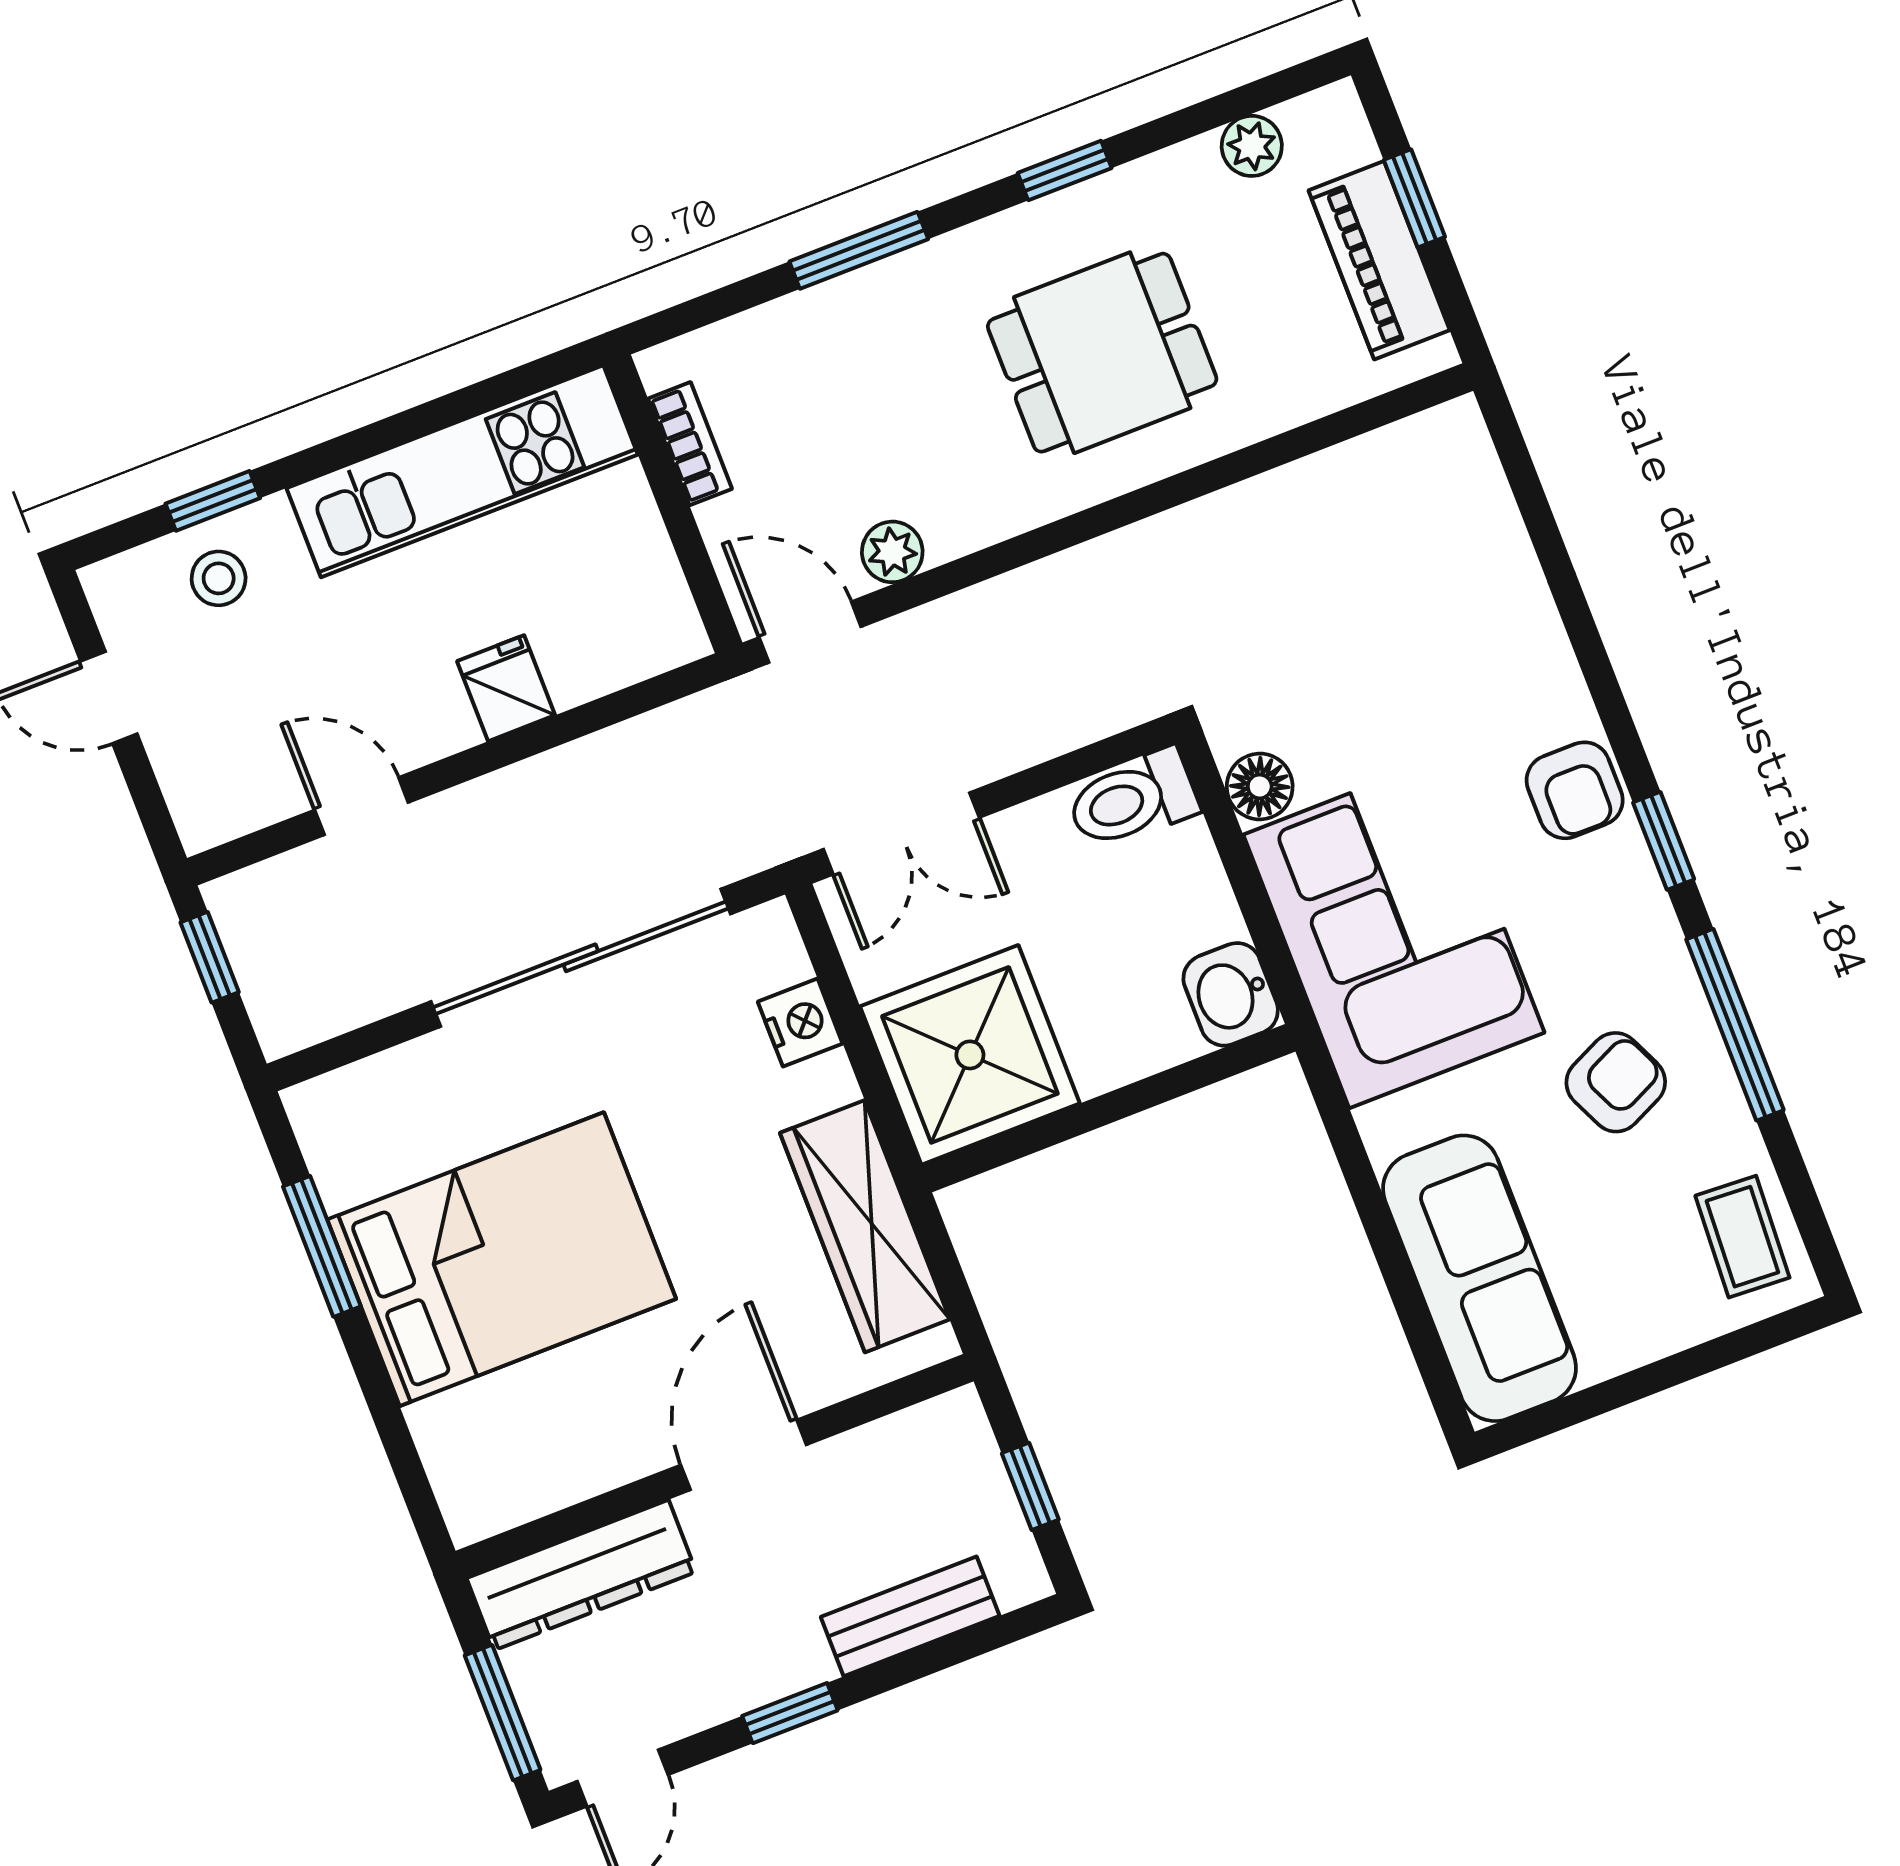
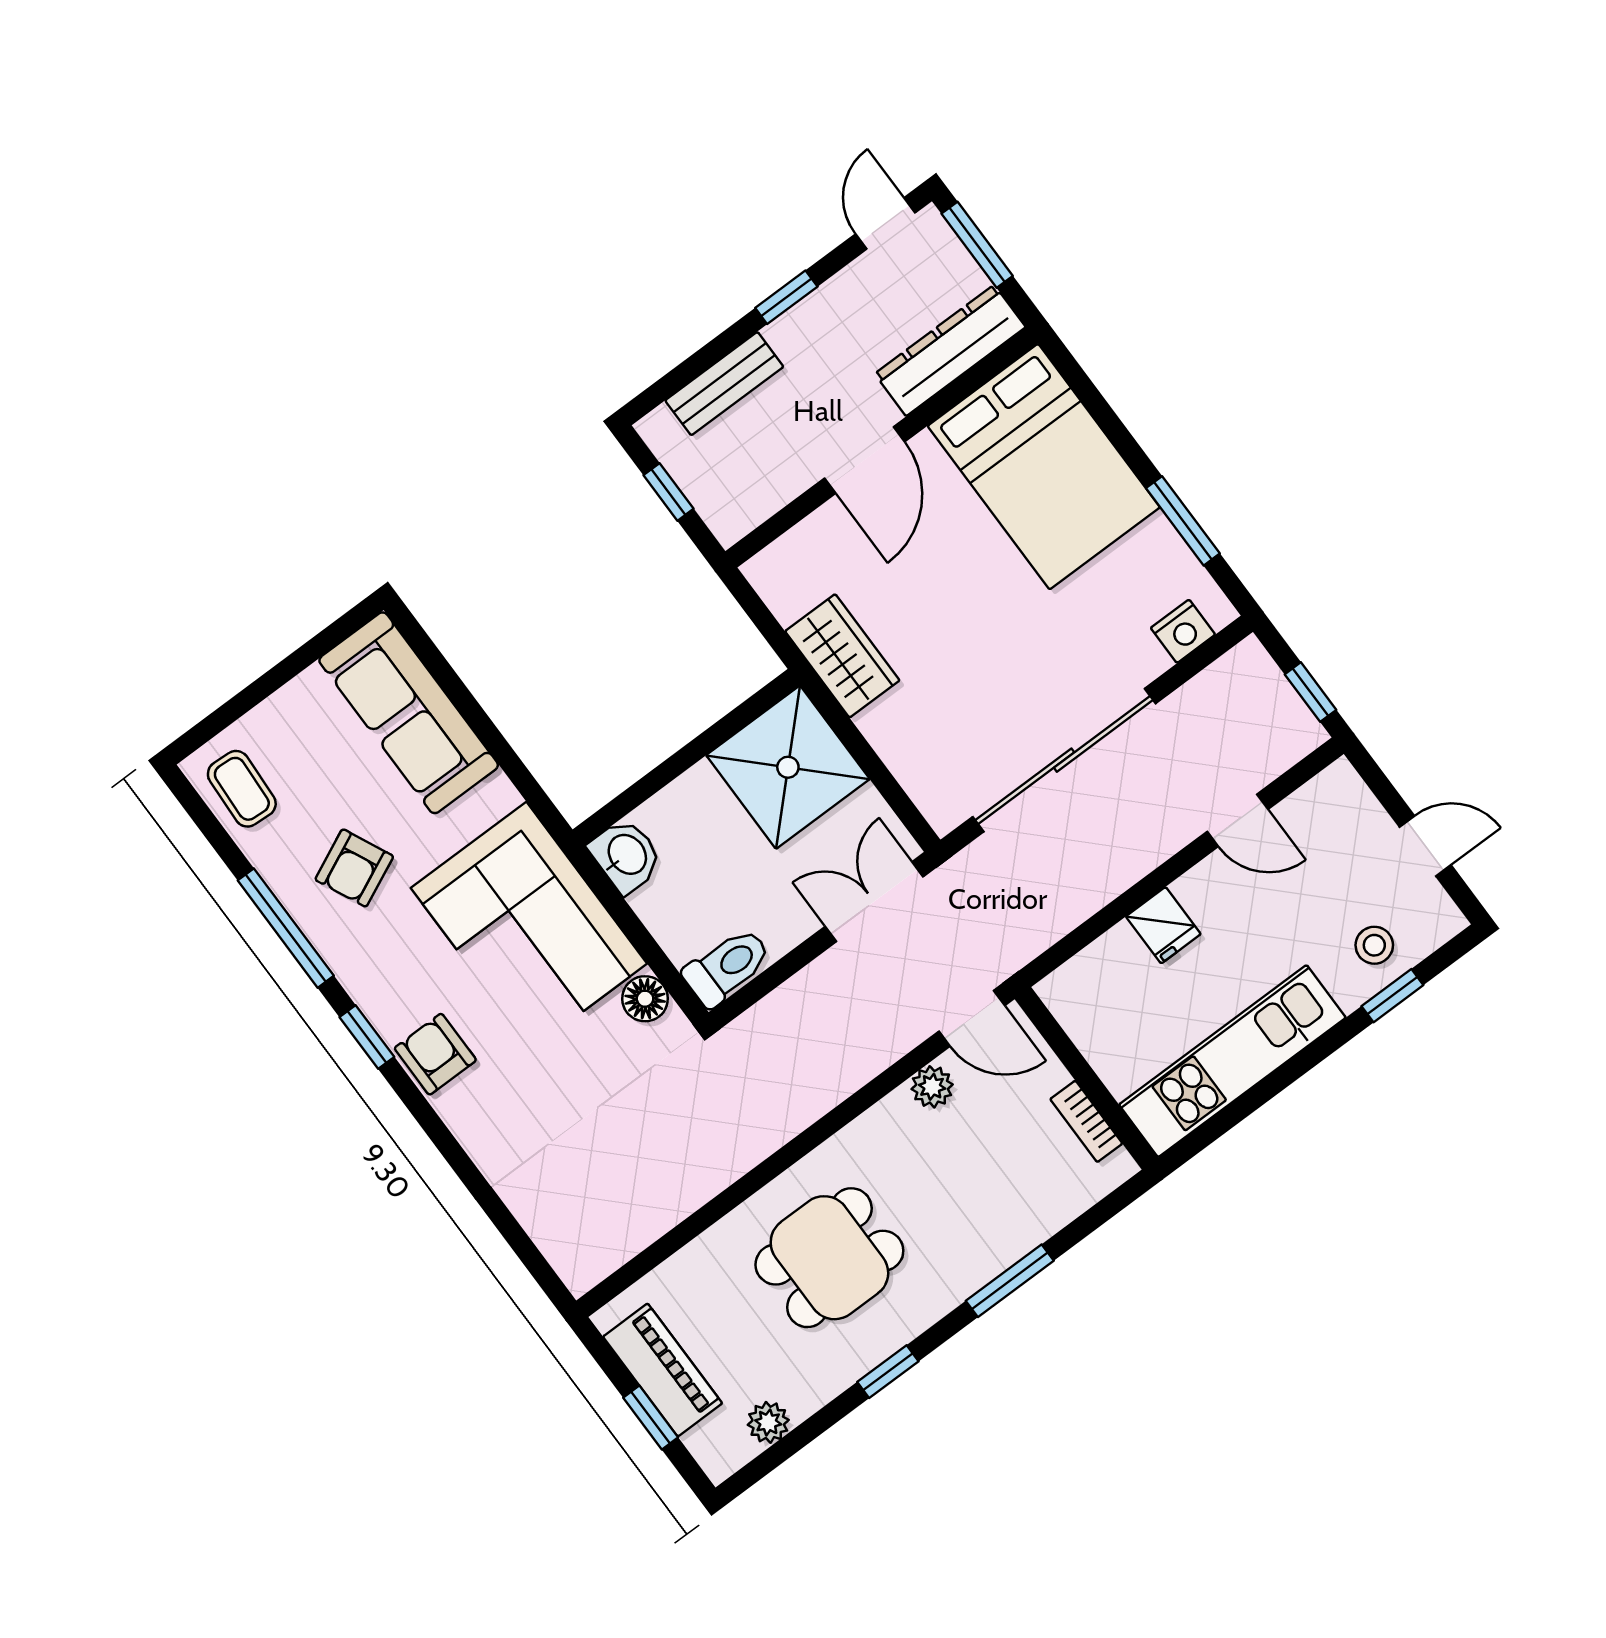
nightstand: (800, 1023) -> (1183, 631), moved, turned -90
wardrobe: (865, 1226) -> (842, 656), width x0.67
bed: (502, 1259) -> (1044, 467), moved, turned -90

